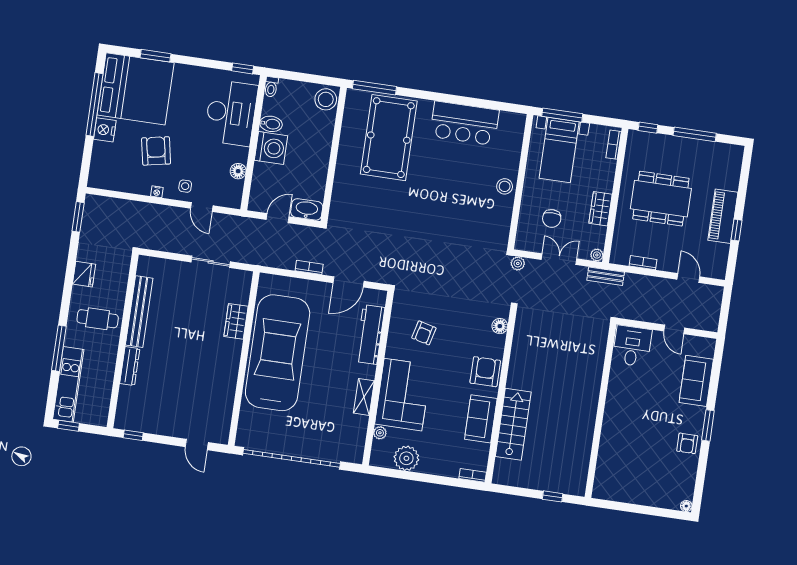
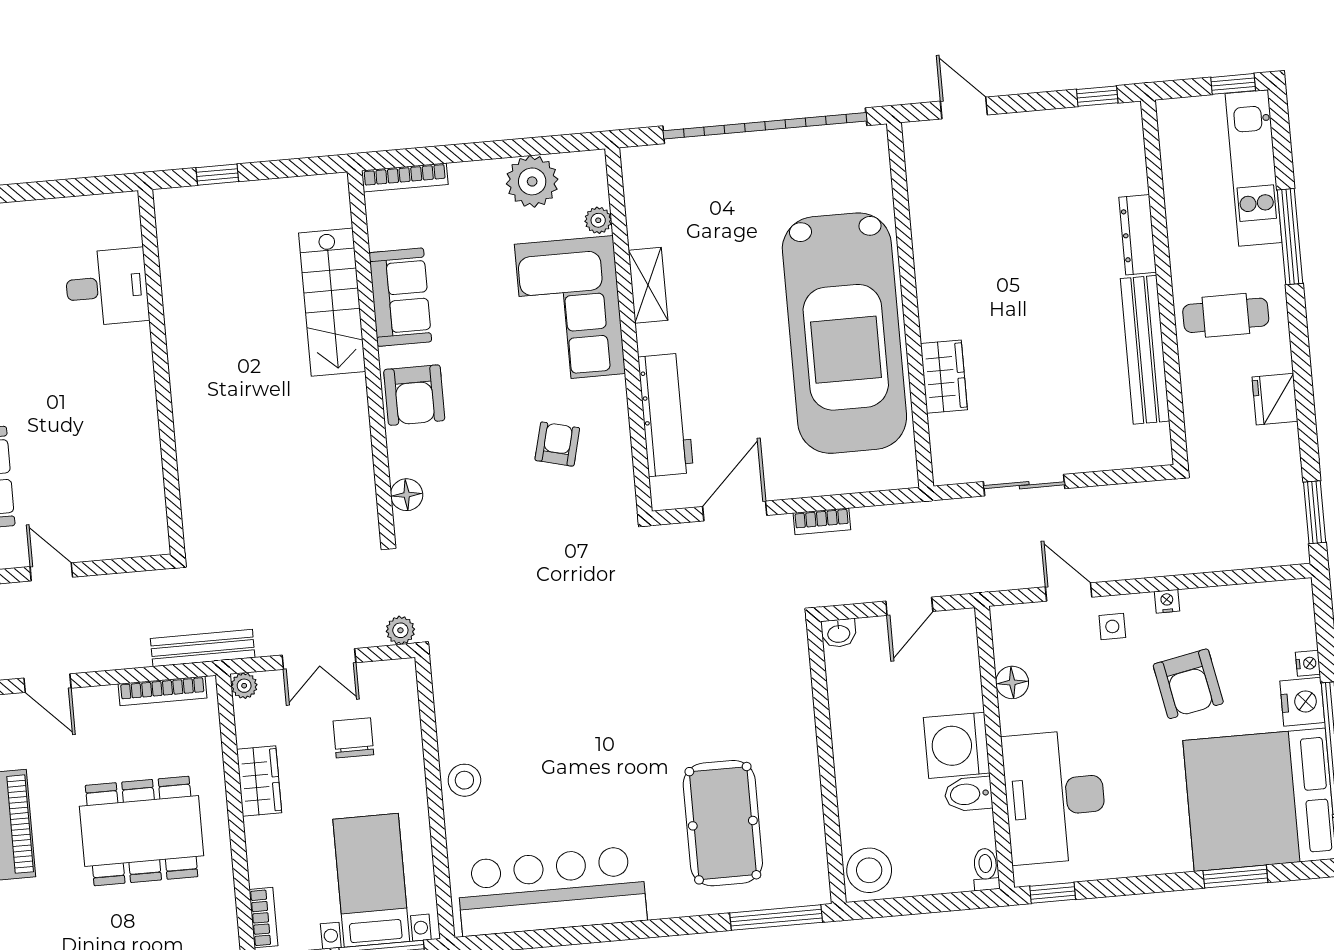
bar counter: (464, 123) -> (552, 891), width x1.36
pool table: (389, 138) -> (723, 823), width x0.73, depth x0.76
nightstand: (98, 147) -> (1308, 663), added
washbasin: (307, 209) -> (839, 633), width x0.52, depth x0.69
bookcase: (643, 263) -> (162, 691), width x1.56
bench: (606, 276) -> (203, 648), width x1.36
desk: (632, 346) -> (107, 287), moved, turned -90
bookcase: (473, 475) -> (405, 177), width x1.56

